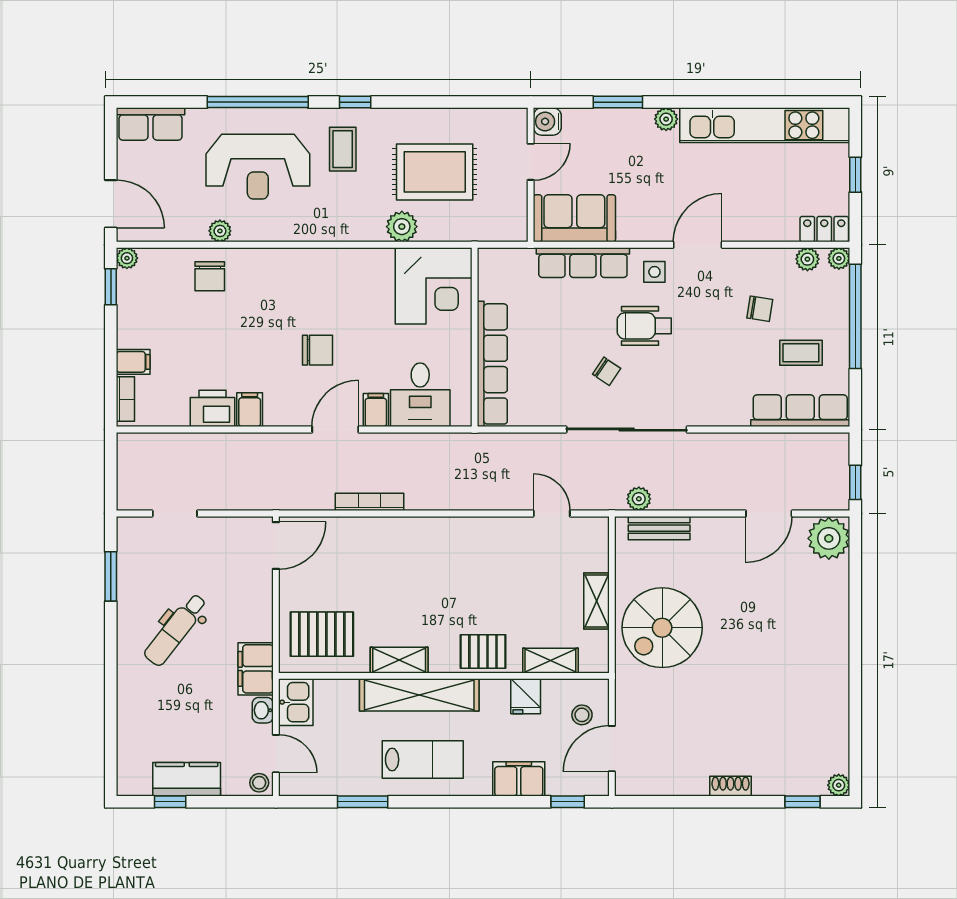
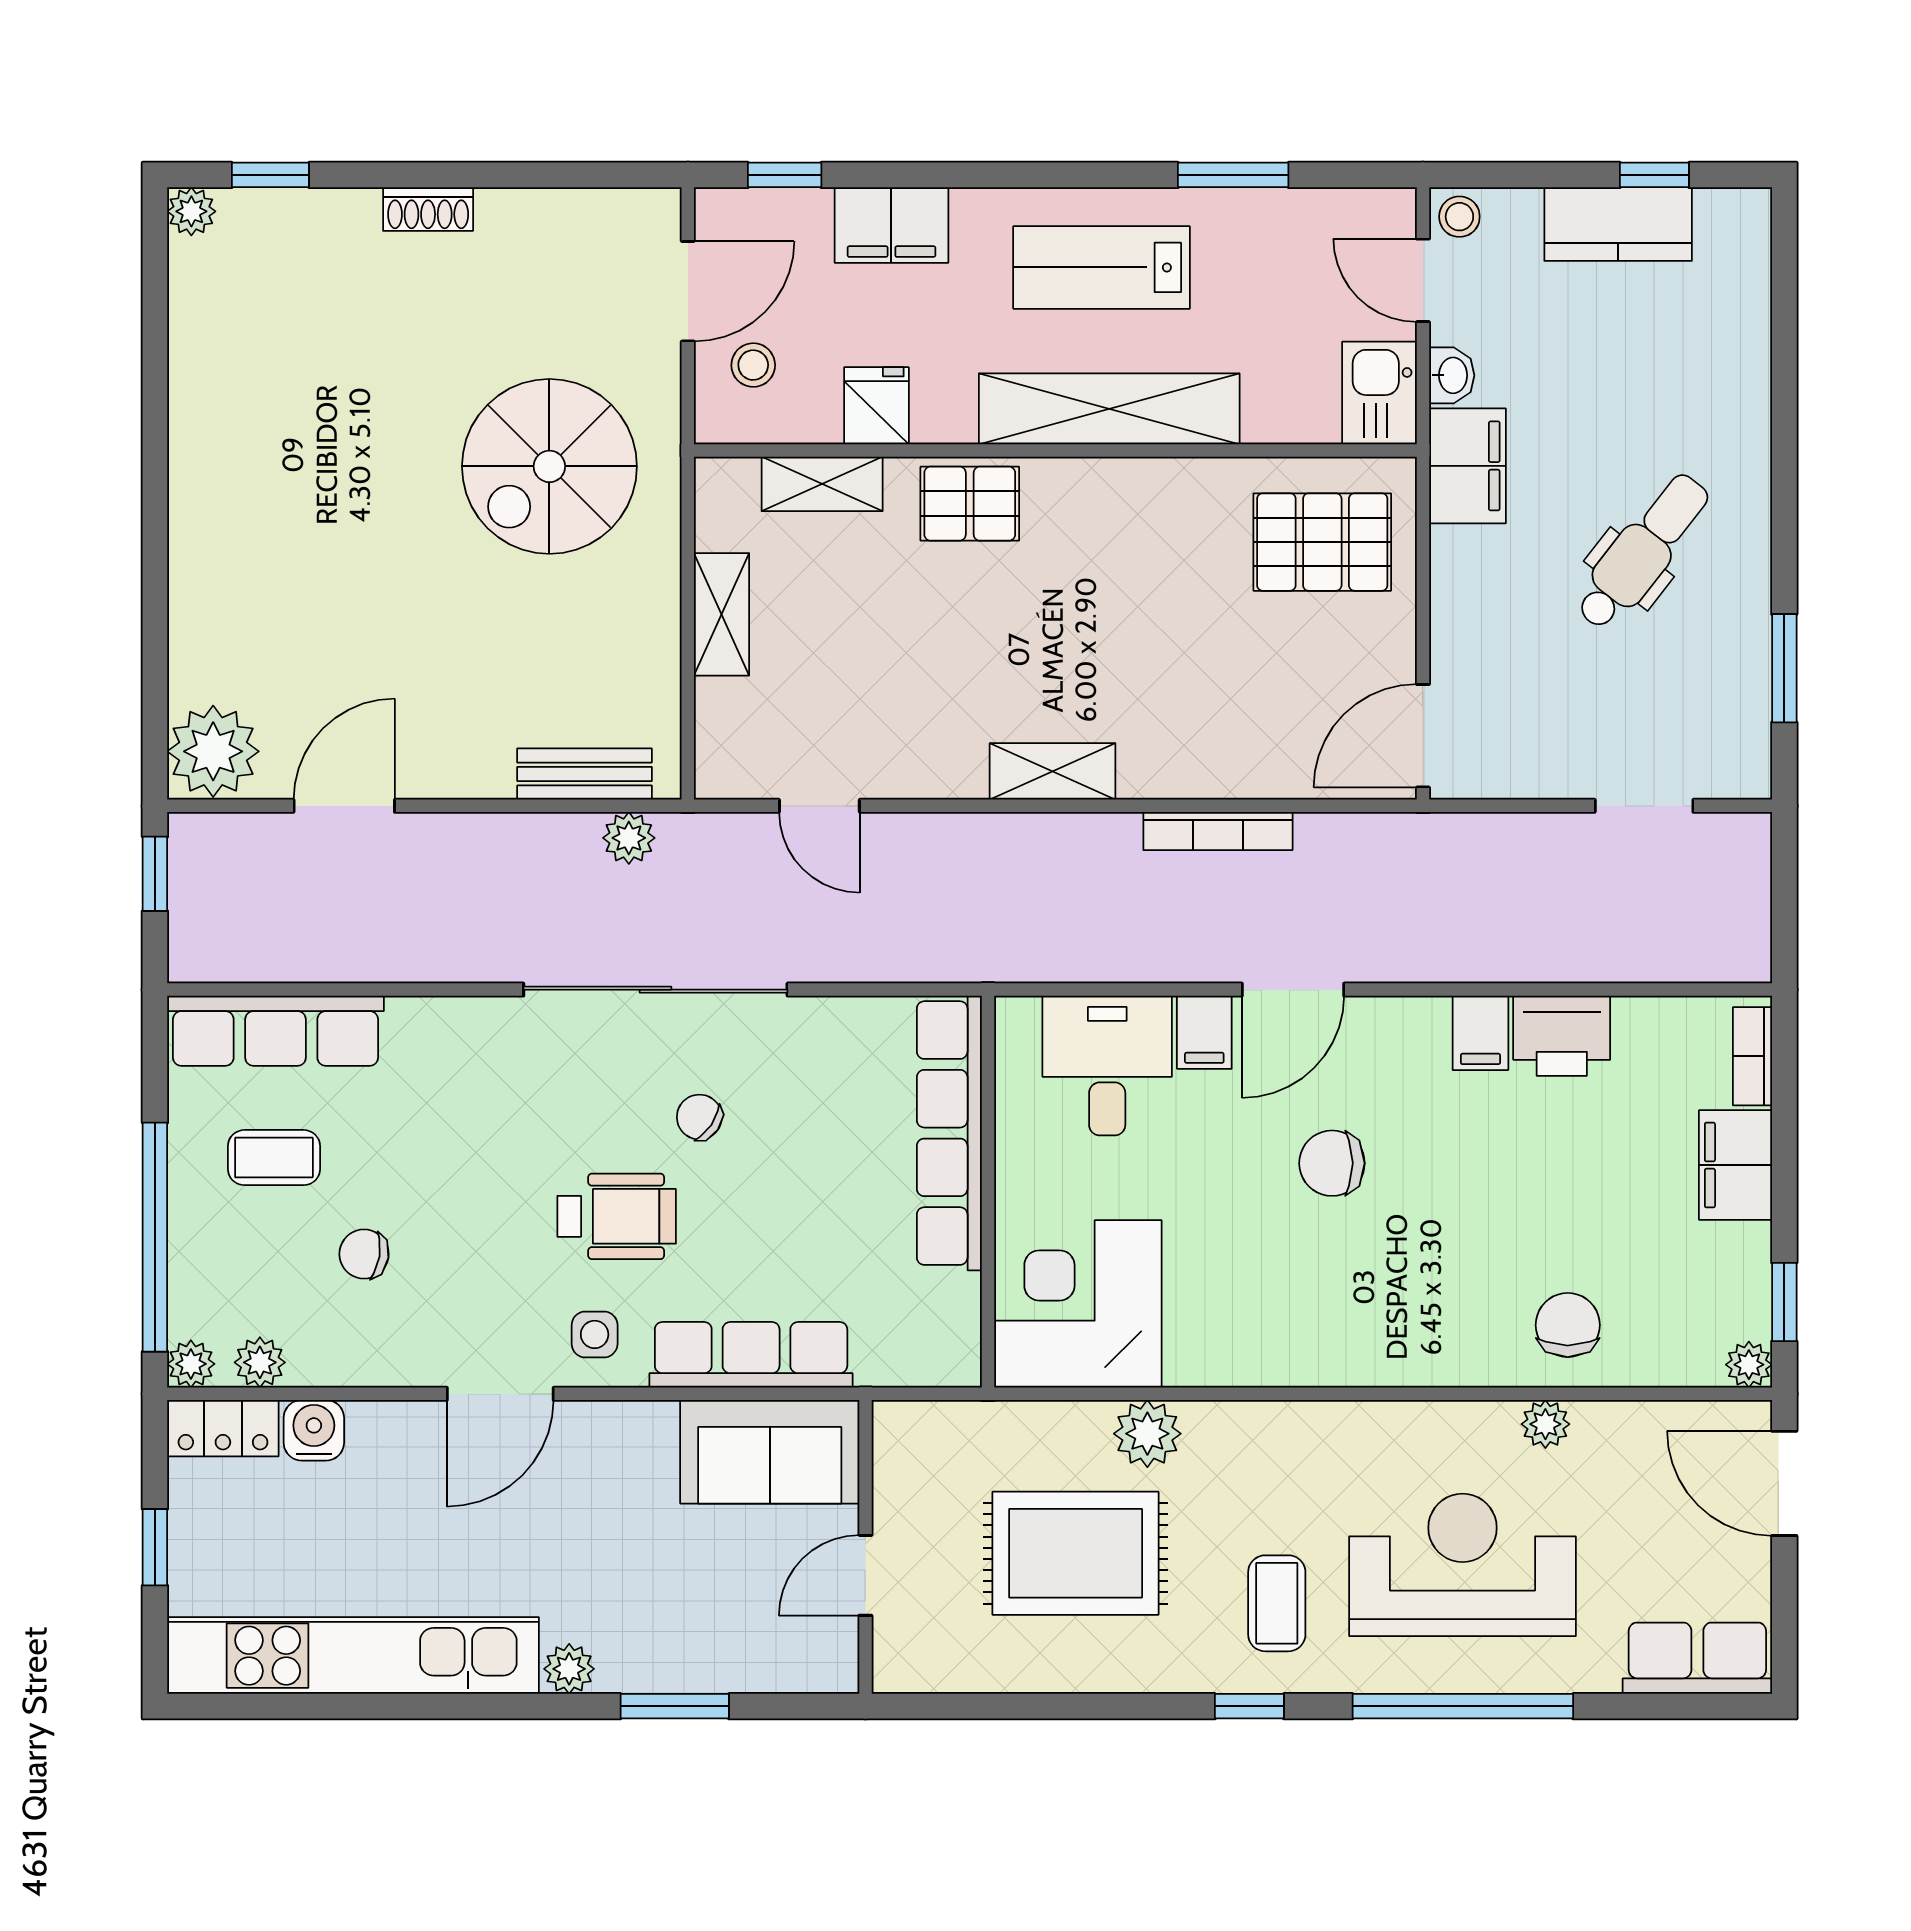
water cooler: (547, 121) -> (314, 1430), moved, turned -90
filing cabinet: (133, 362) -> (1735, 1165), width x2.00
spiral stairs: (662, 628) -> (549, 466), moved, turned 180
shelving: (399, 660) -> (1053, 771), moved

